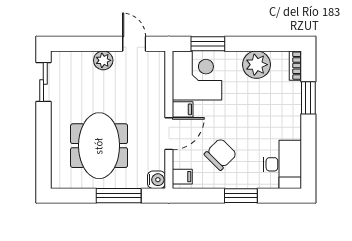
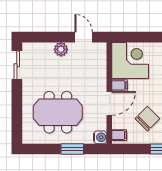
window: (208, 44) -> (138, 37), removed
meeting table: (99, 146) -> (58, 112), turned 90
window: (119, 196) -> (72, 149), width x0.69

